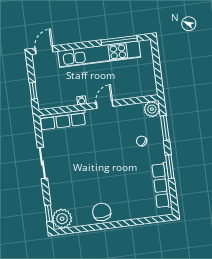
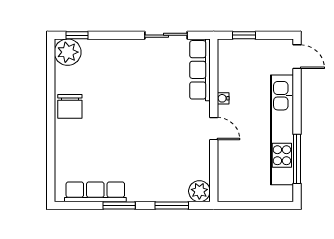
chair: (142, 141) -> (158, 172), removed
sliding door: (42, 163) -> (166, 35), moved
chair: (102, 212) -> (70, 106), turned 97

